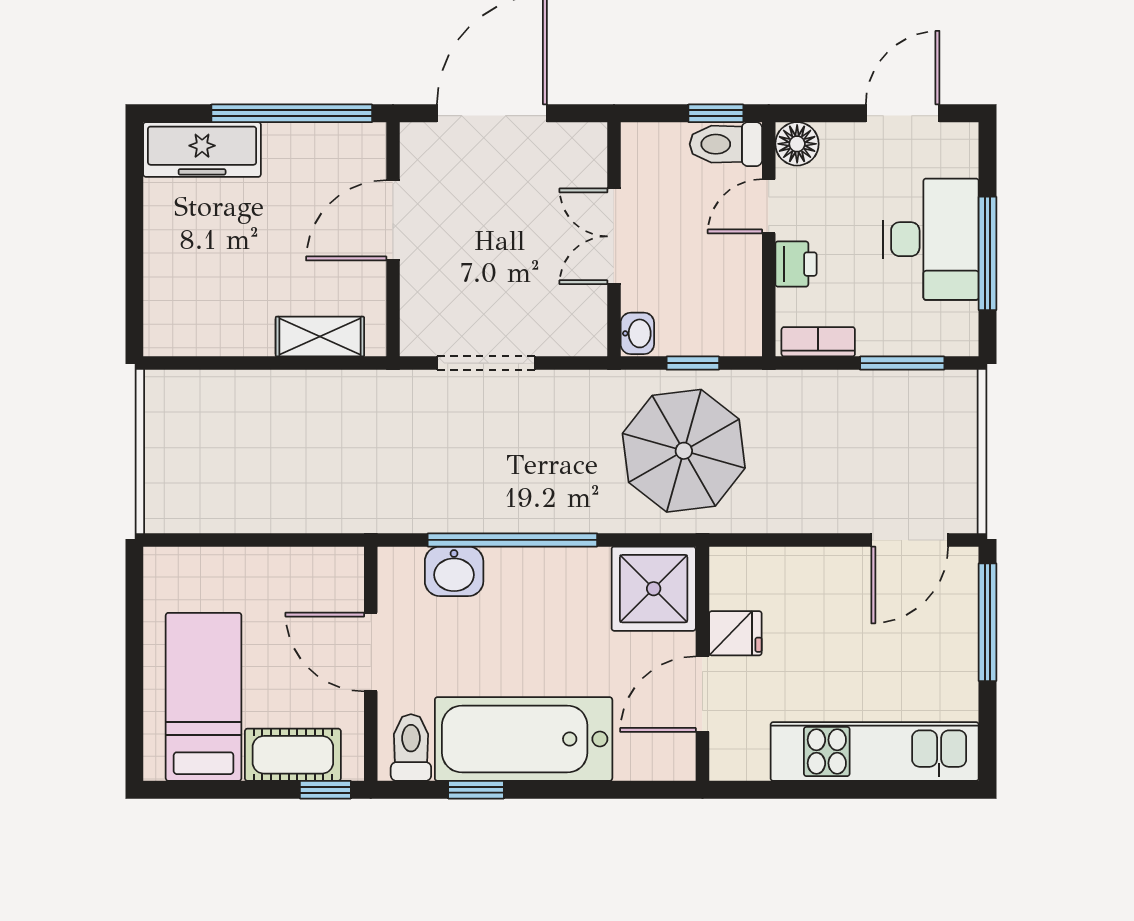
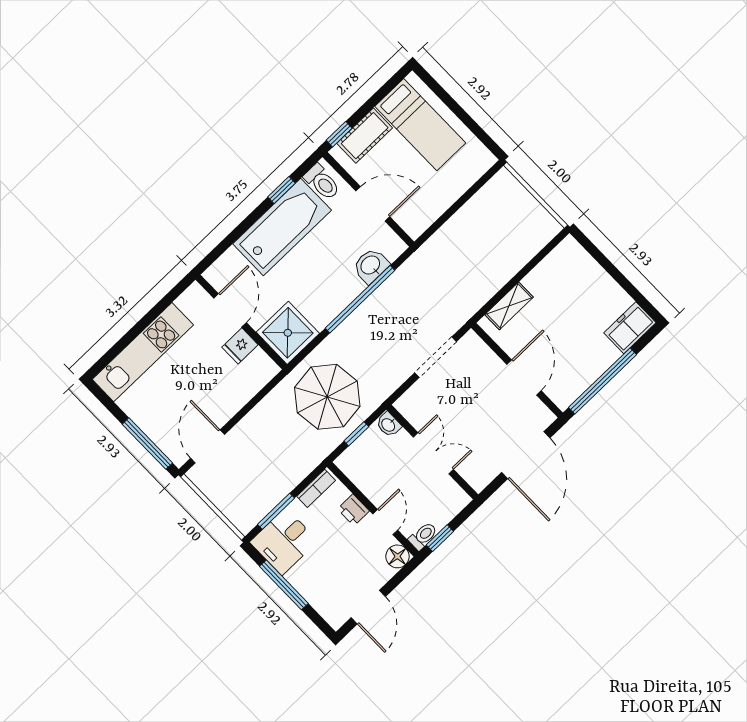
toilet: (726, 144) -> (423, 536), width x0.73, depth x0.72
freezer: (202, 149) -> (630, 328), width x0.71
desk: (931, 239) -> (284, 541), moved, width x0.73

